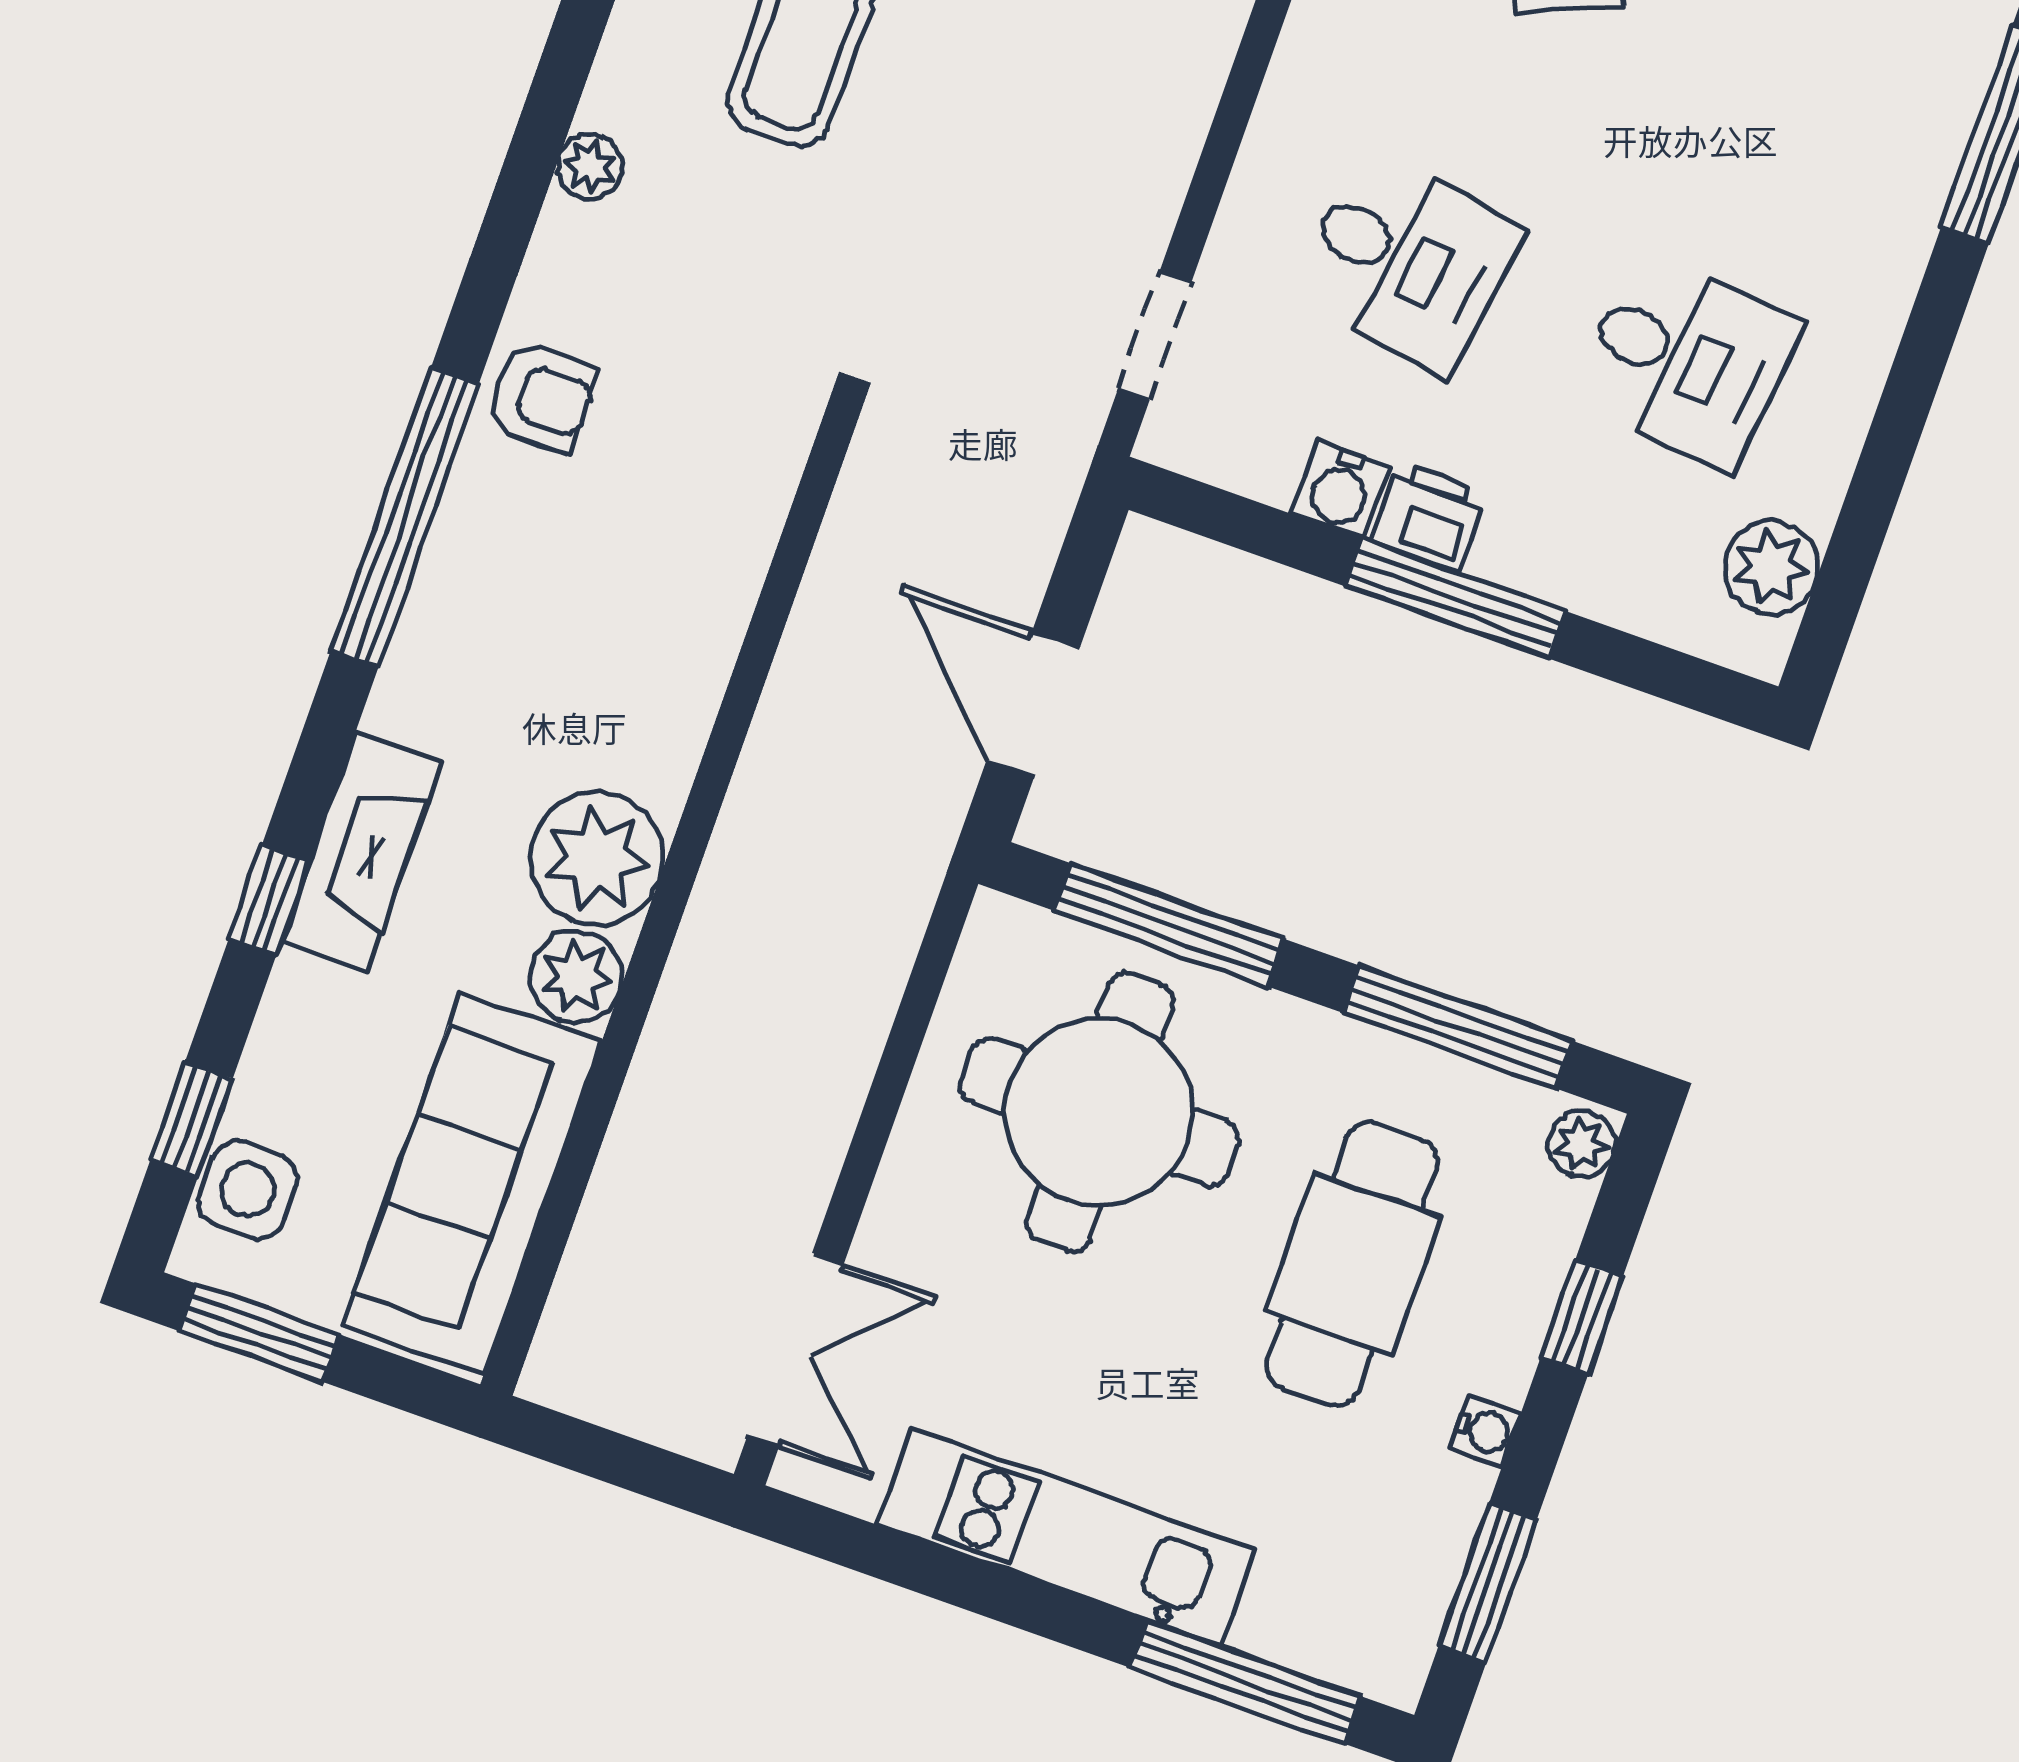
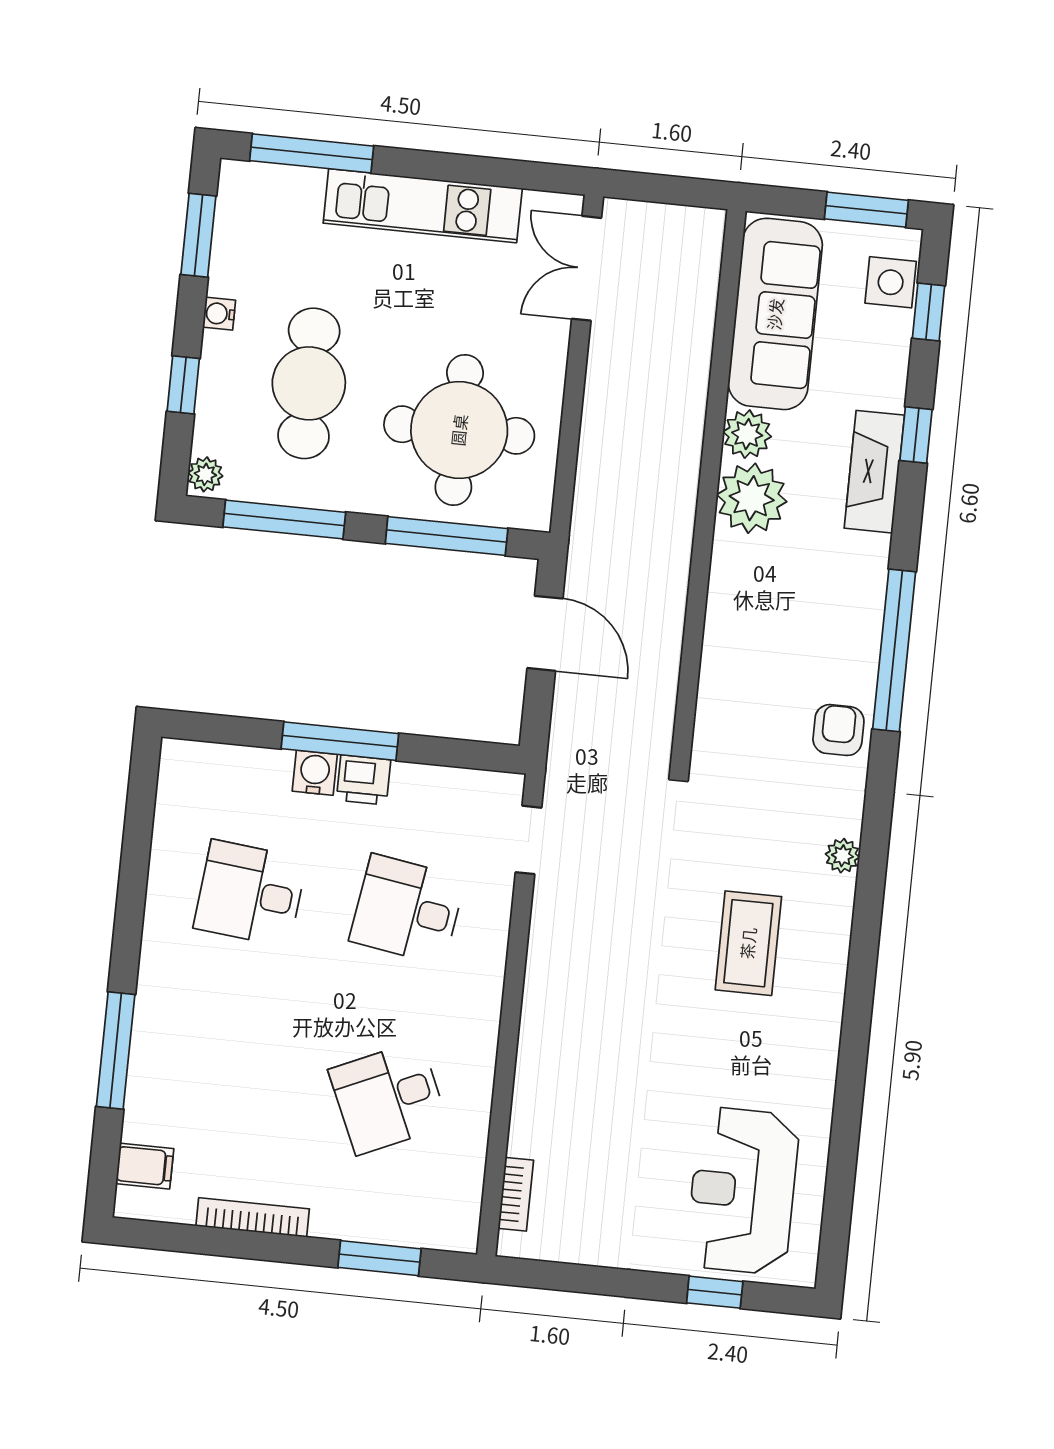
armchair: (541, 397) -> (838, 730), turned 90
water cooler: (1340, 490) -> (315, 773), moved
plant: (1771, 568) -> (180, 797), removed

